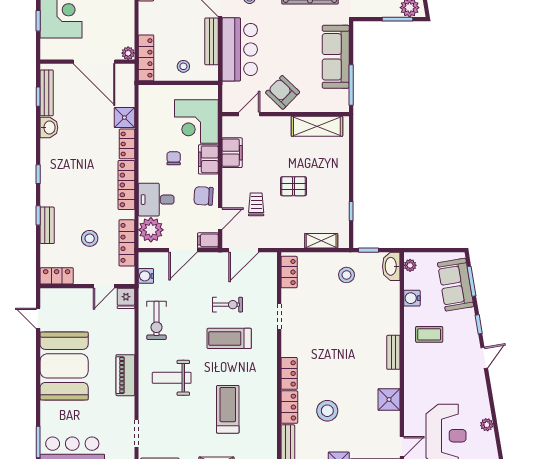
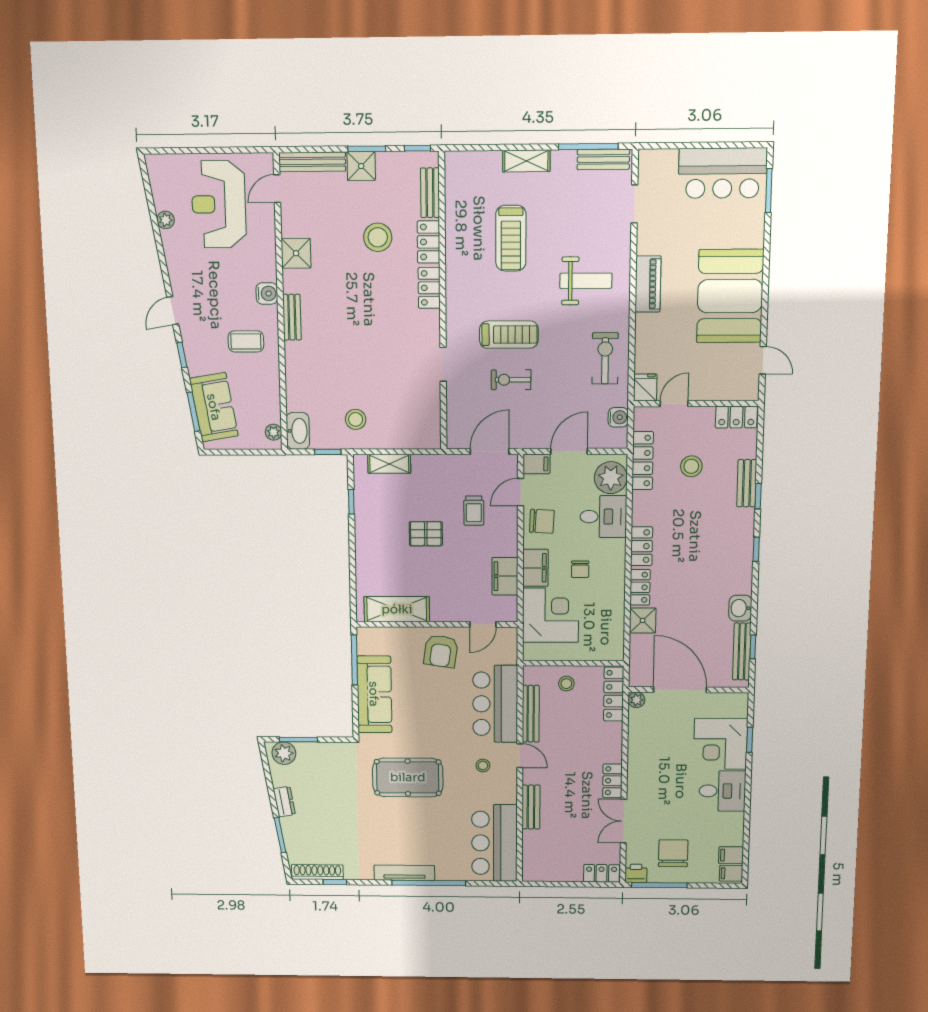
armchair: (283, 92) -> (441, 651), turned 54
locker: (126, 185) -> (642, 546), width x0.66
locker: (289, 272) -> (431, 423), removed
water cooler: (412, 298) -> (267, 293), moved

